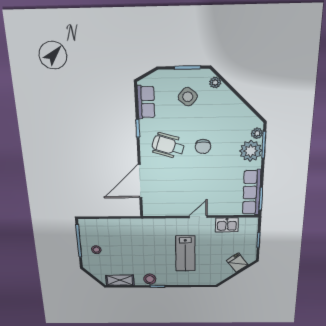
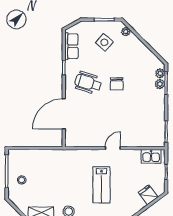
plant: (251, 151) -> (160, 84), width x0.53, depth x0.53
row of seats: (252, 192) -> (158, 126), removed
kitchen sink: (227, 225) -> (151, 156), moved

